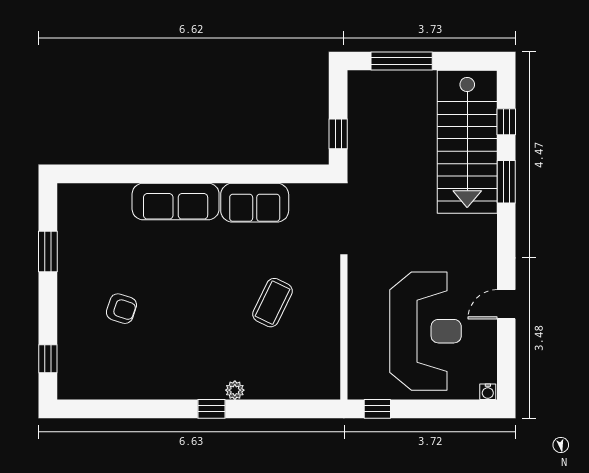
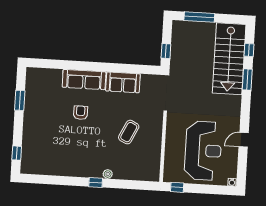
armchair: (121, 309) -> (81, 113), moved, turned -108

